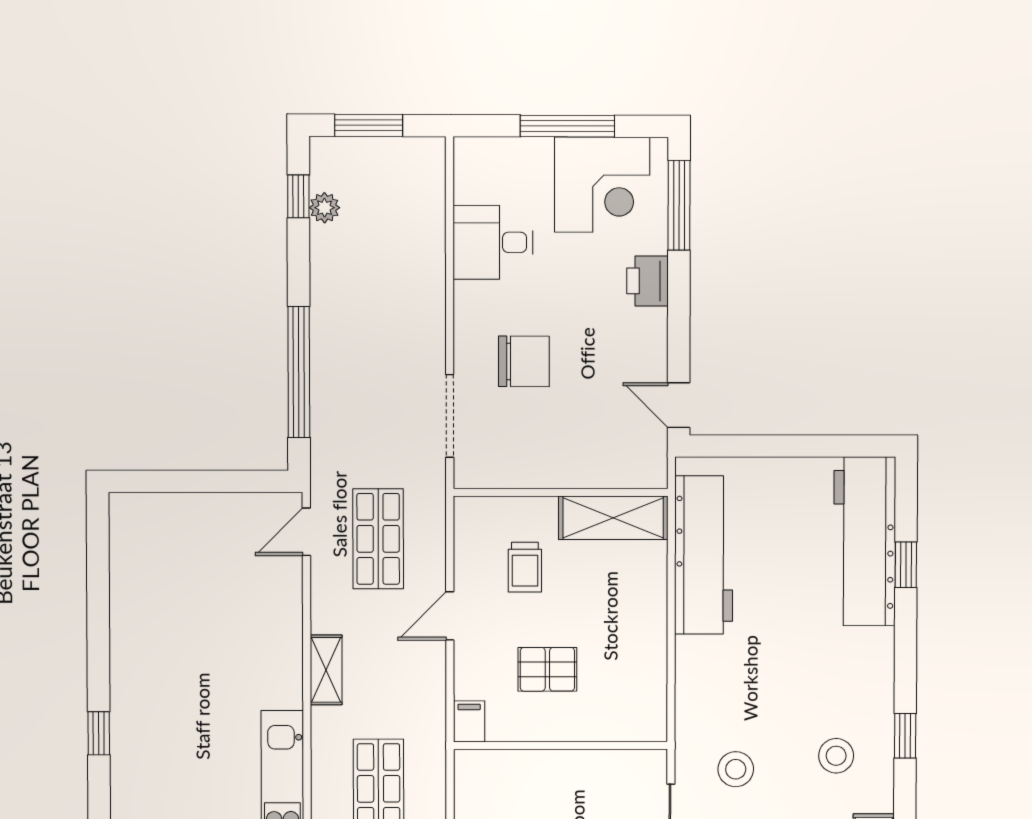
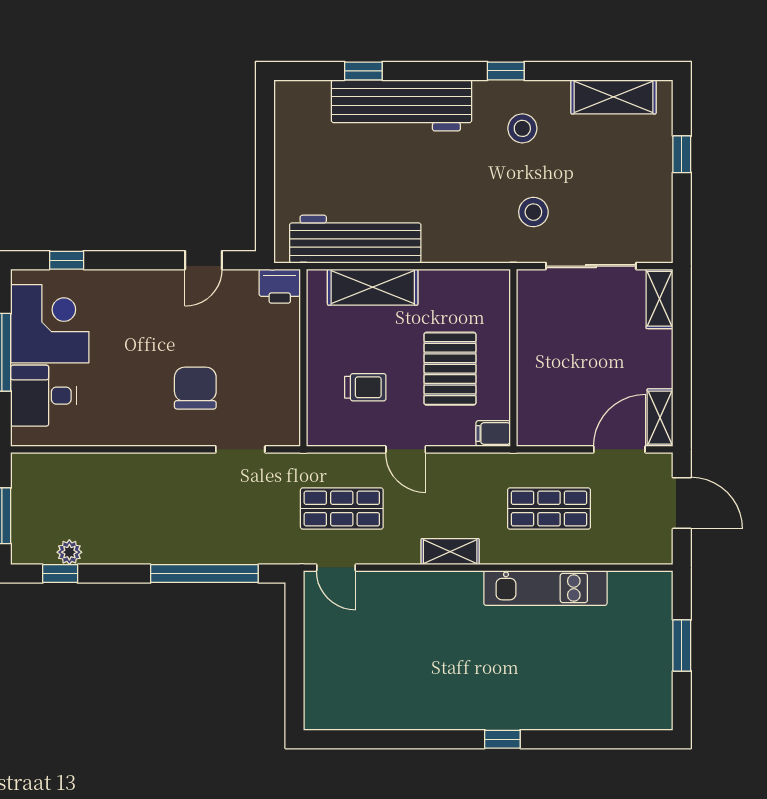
window: (679, 205) -> (67, 260), width x0.46
desk: (493, 242) -> (43, 396), moved, turned 90
printer: (647, 281) -> (280, 286), moved
door: (679, 405) -> (204, 260), moved
doorway: (450, 416) -> (240, 449), width x0.73
shelving: (613, 518) -> (373, 287), moved, turned 90
workbench: (865, 541) -> (402, 105), moved
pallet: (547, 669) -> (450, 369), width x1.50, depth x1.42

